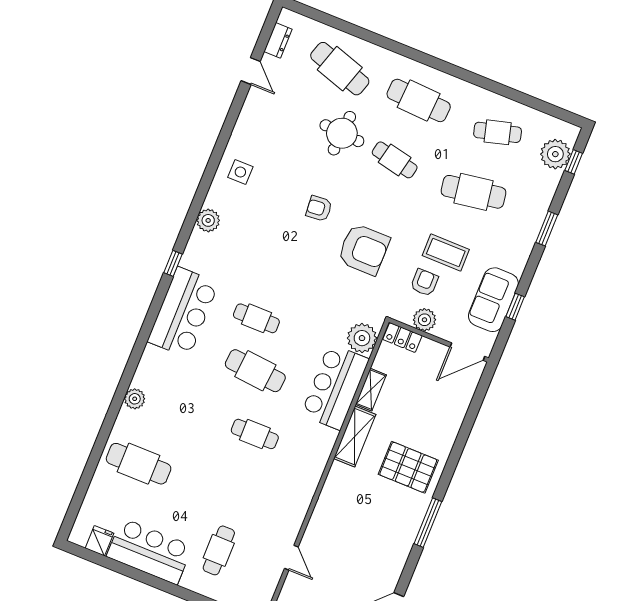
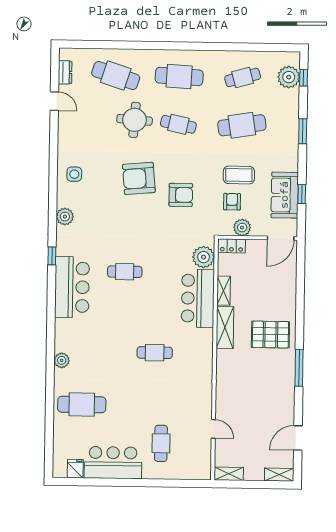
armchair: (319, 208) -> (139, 178), width x1.88, depth x1.88
armchair: (364, 249) -> (181, 195), width x0.73, depth x0.73
cafe table: (255, 371) -> (138, 308), removed

